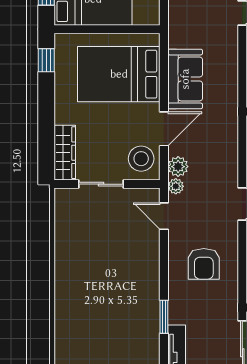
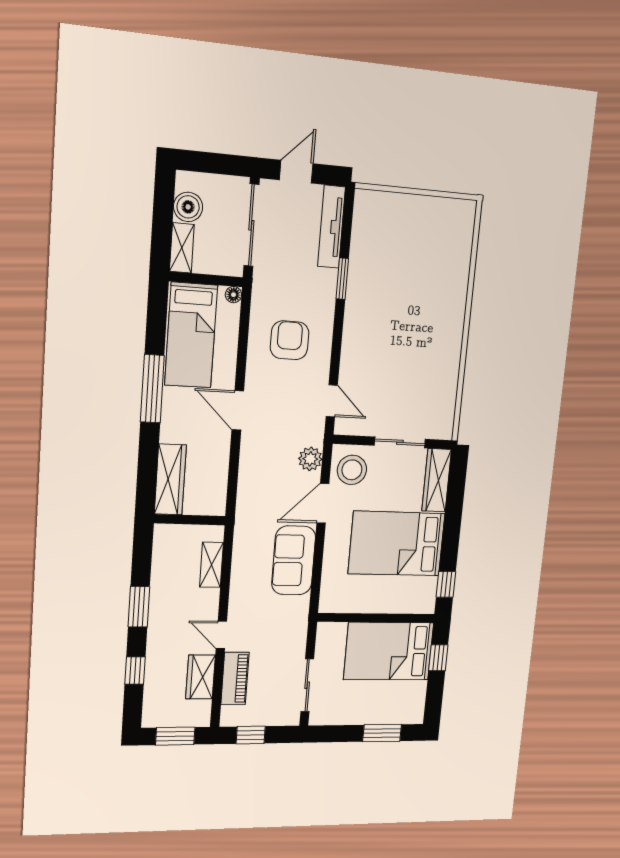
bed: (119, 74) -> (397, 544), moved, turned 180
plant: (176, 186) -> (315, 436), removed

